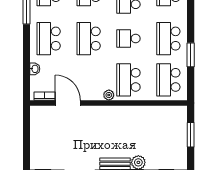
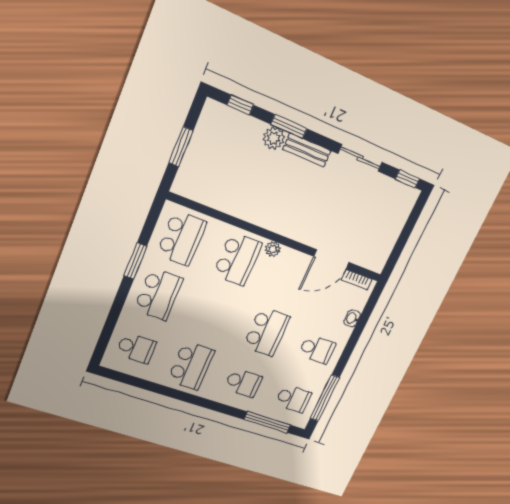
school desk: (49, 39) -> (317, 349), width x0.54
school desk: (128, 39) -> (214, 314), removed
door: (68, 103) -> (331, 259), hinge flipped

